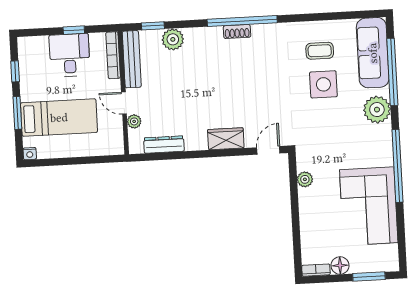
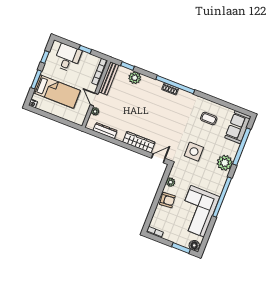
sofa: (373, 53) -> (238, 127), width x0.73
desk: (70, 55) -> (68, 58), moved
side table: (323, 84) -> (194, 152), moved
wardrobe: (226, 139) -> (139, 142), width x1.50
armchair: (313, 210) -> (167, 200), added
floor lamp: (340, 265) -> (194, 245), moved

